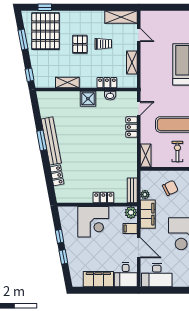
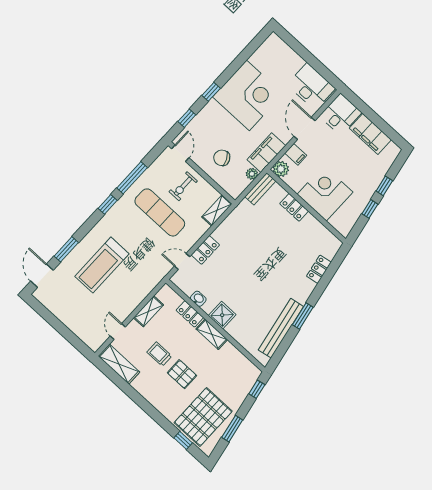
pallet: (80, 44) -> (182, 374), turned 90
shelving: (67, 82) -> (212, 334), moved
bench: (51, 141) -> (281, 328), moved

